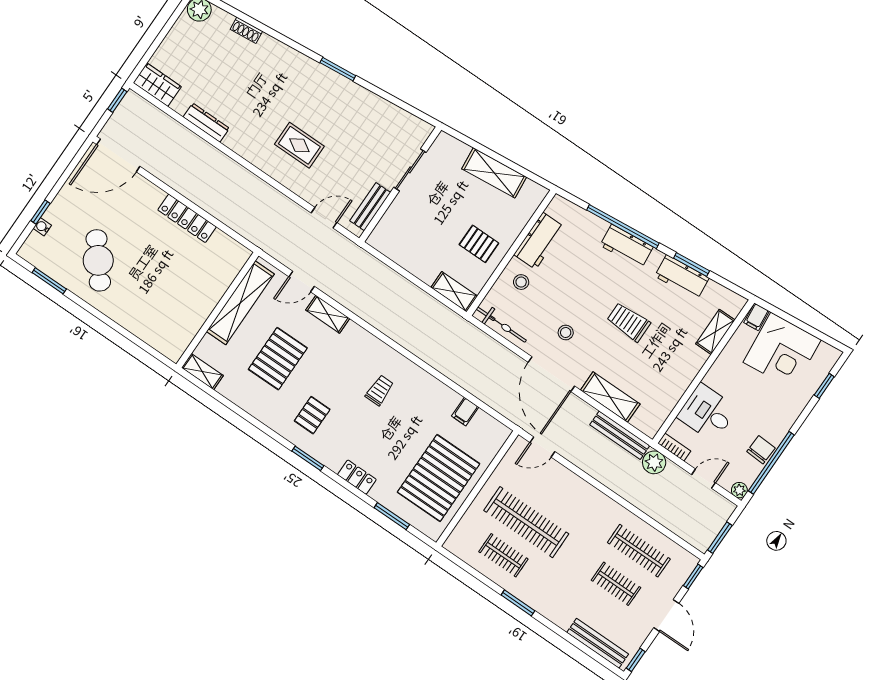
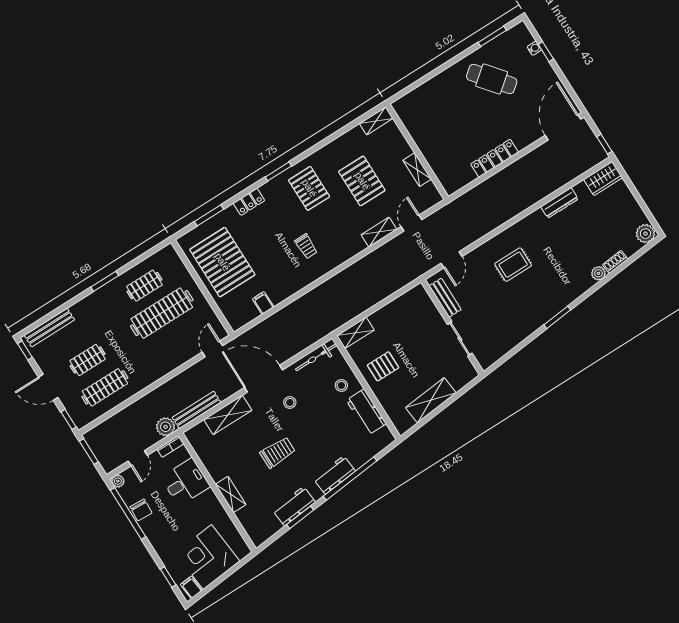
plant: (268, 44) -> (598, 273), added
shelving: (240, 303) -> (417, 170), width x0.45, depth x0.75
filing cabinet: (756, 317) -> (191, 587), moved
shelving: (715, 332) -> (231, 494), moved
pallet: (312, 415) -> (309, 188), width x1.50, depth x1.42

